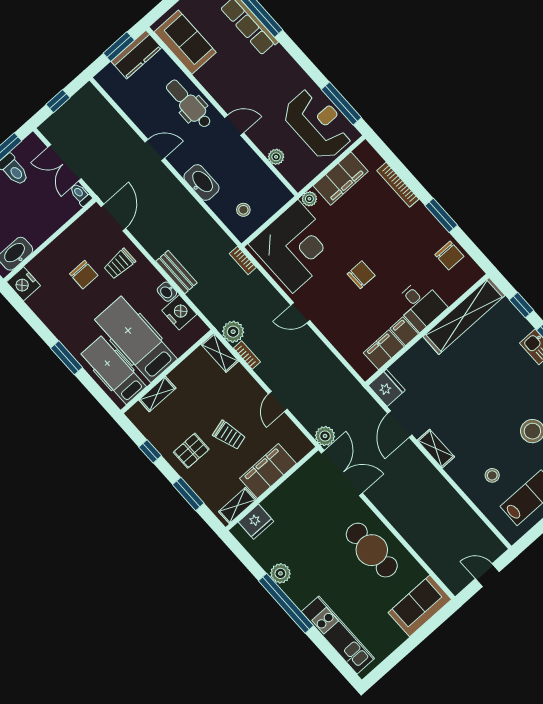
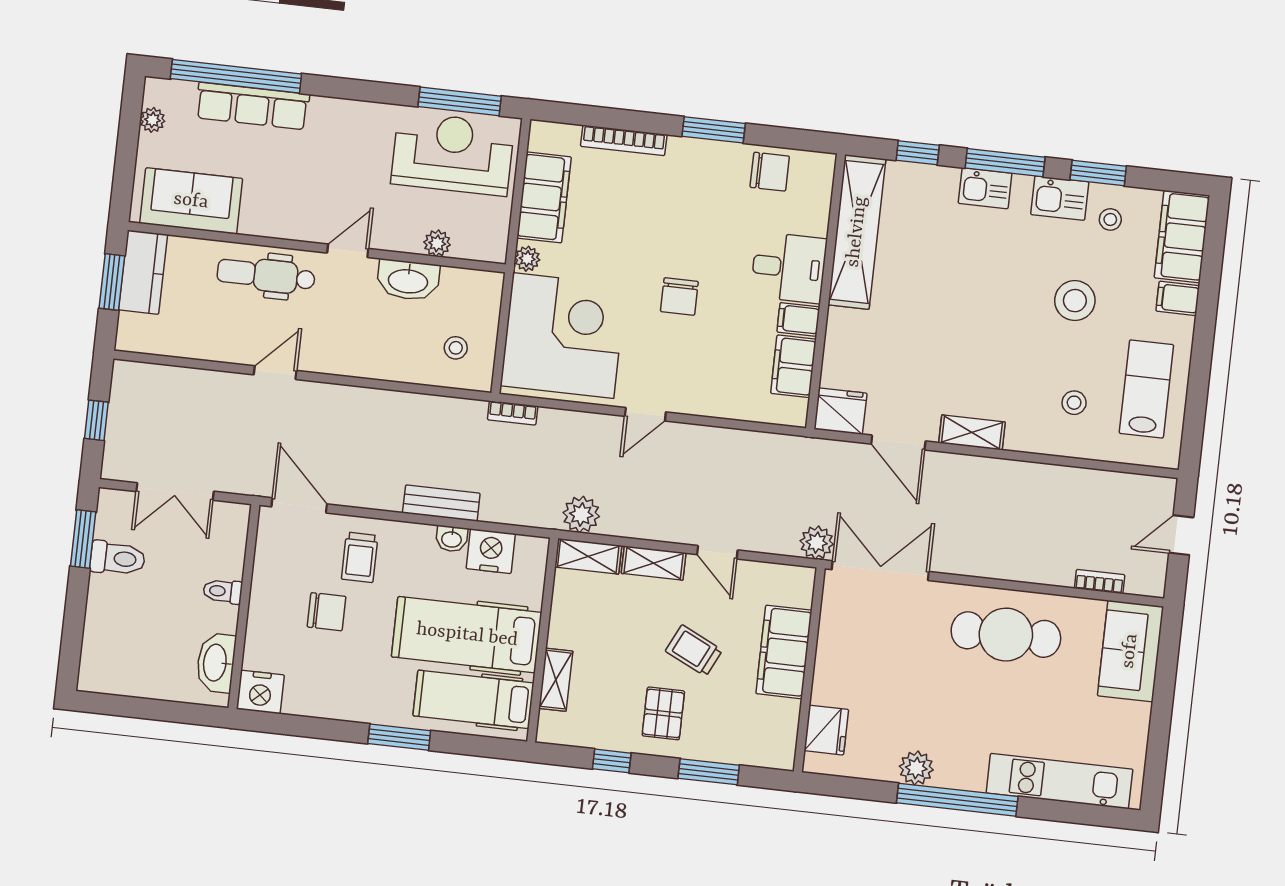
washbasin: (201, 183) -> (408, 280), moved, turned 180
toilet: (81, 194) -> (223, 591), moved
chair: (361, 275) -> (679, 296), turned 180
bookcase: (247, 355) -> (1100, 582), moved
trolley: (229, 435) -> (694, 651), turned -139
shelving: (237, 506) -> (654, 563), moved, turned 90

